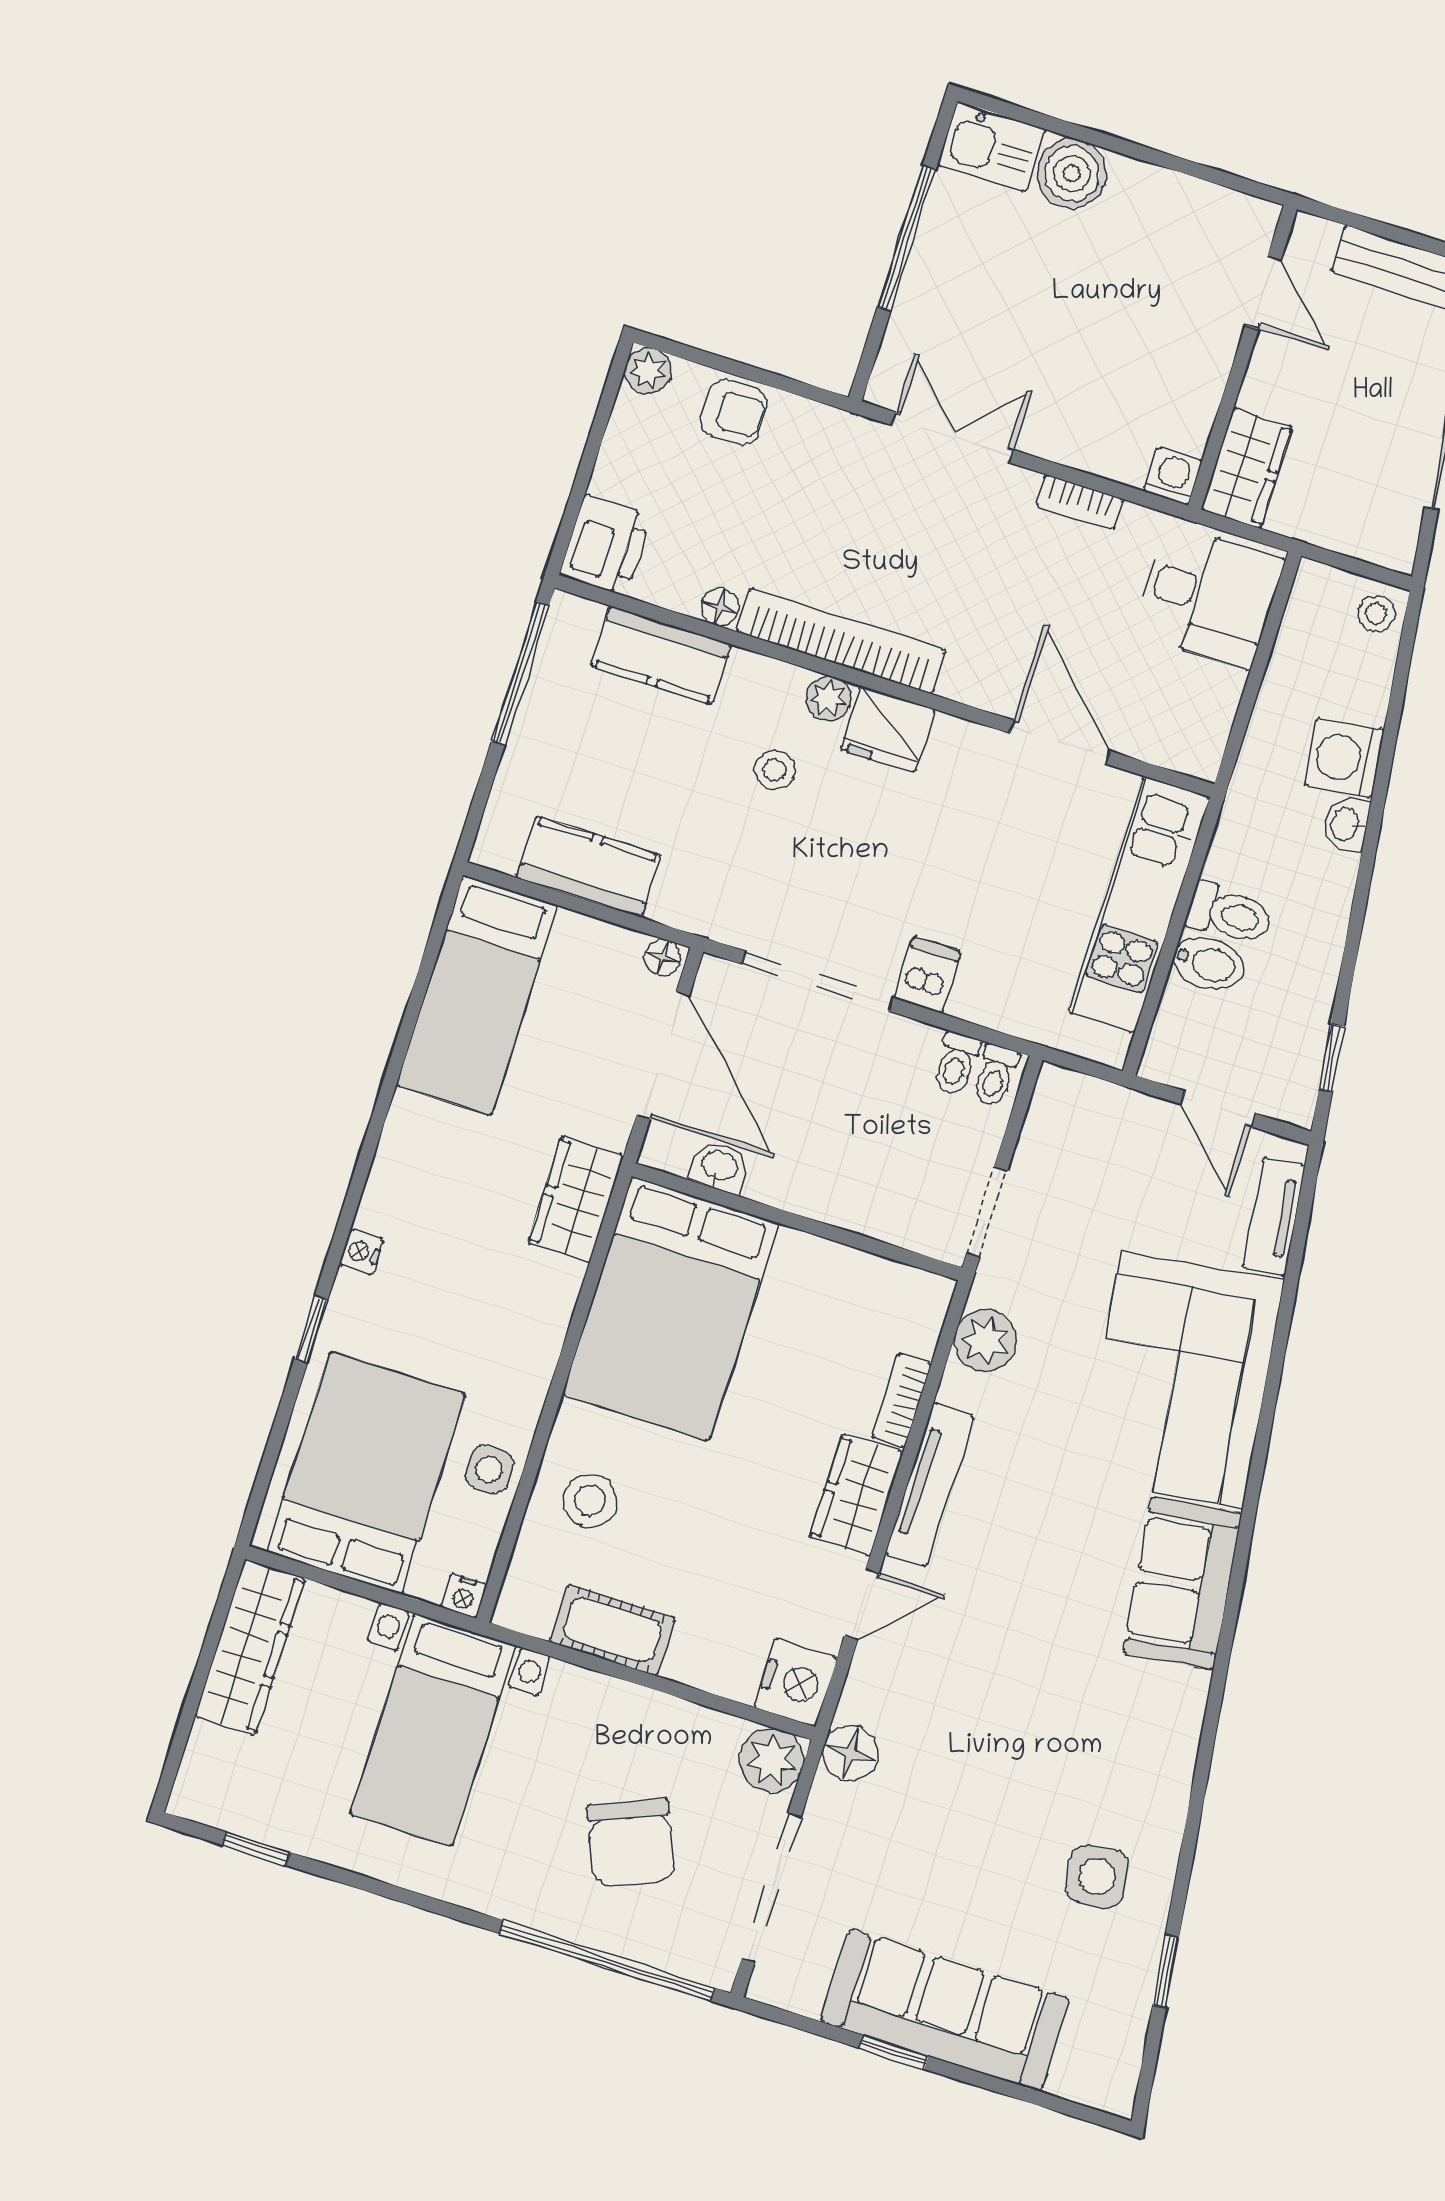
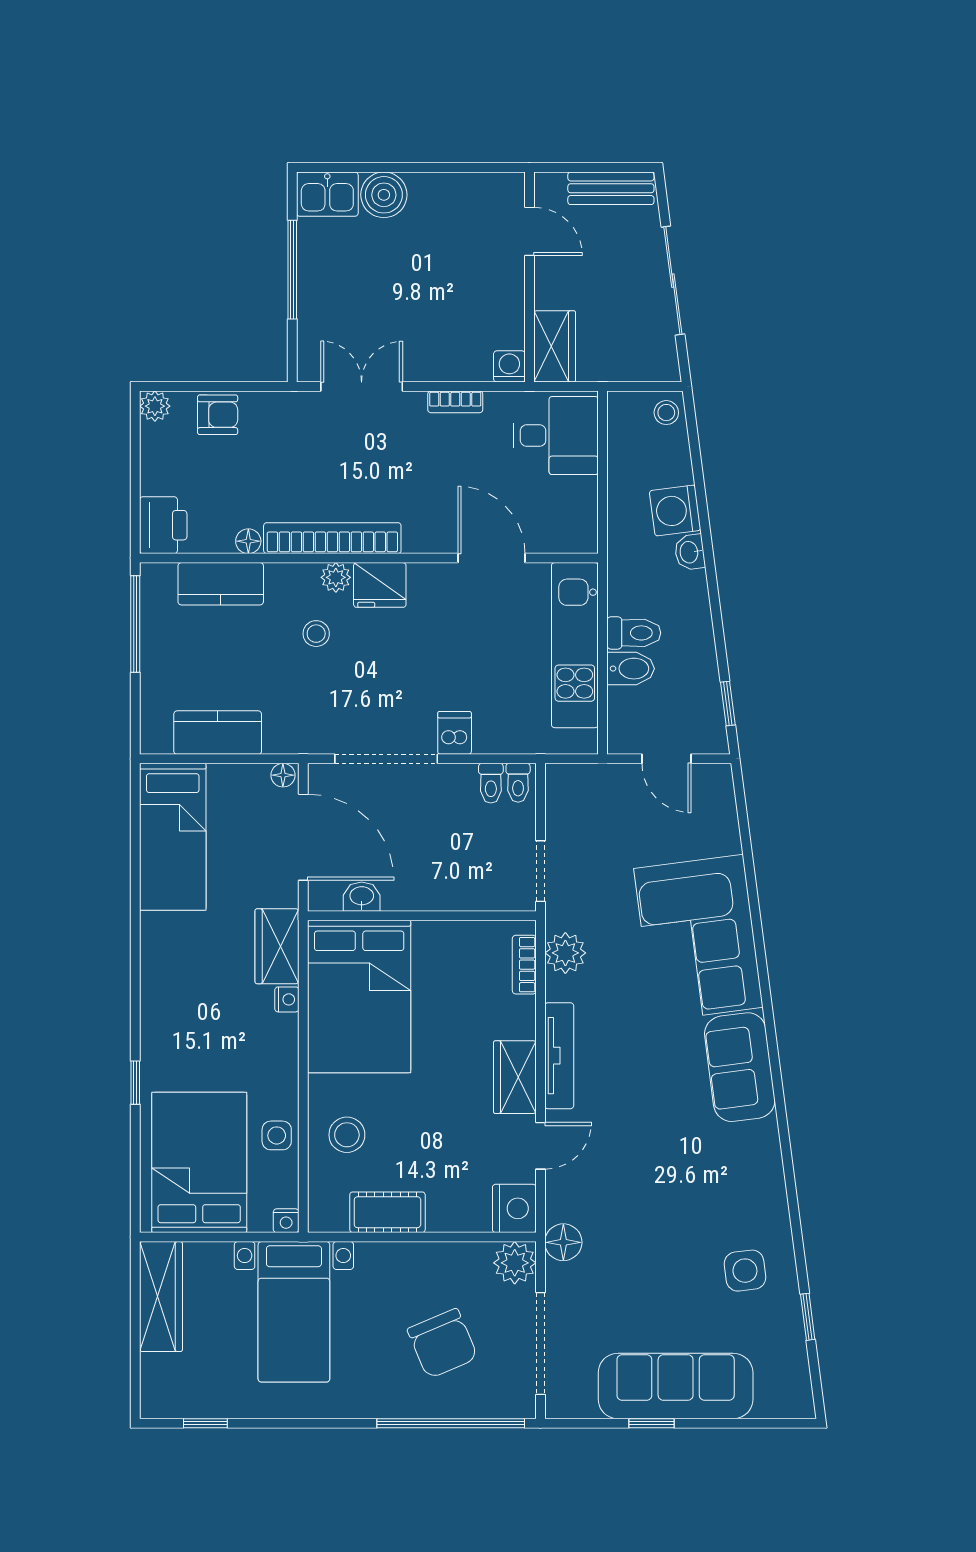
tv unit: (1274, 1217) -> (724, 816), removed
nightstand: (361, 1252) -> (287, 999), moved, turned 180
bookcase: (901, 1401) -> (524, 965), moved

